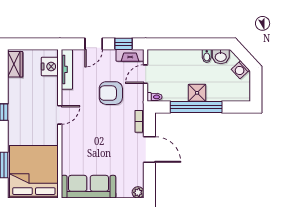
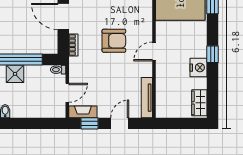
nightstand: (50, 67) -> (199, 68), moved, turned 180
armchair: (111, 93) -> (114, 41), moved

